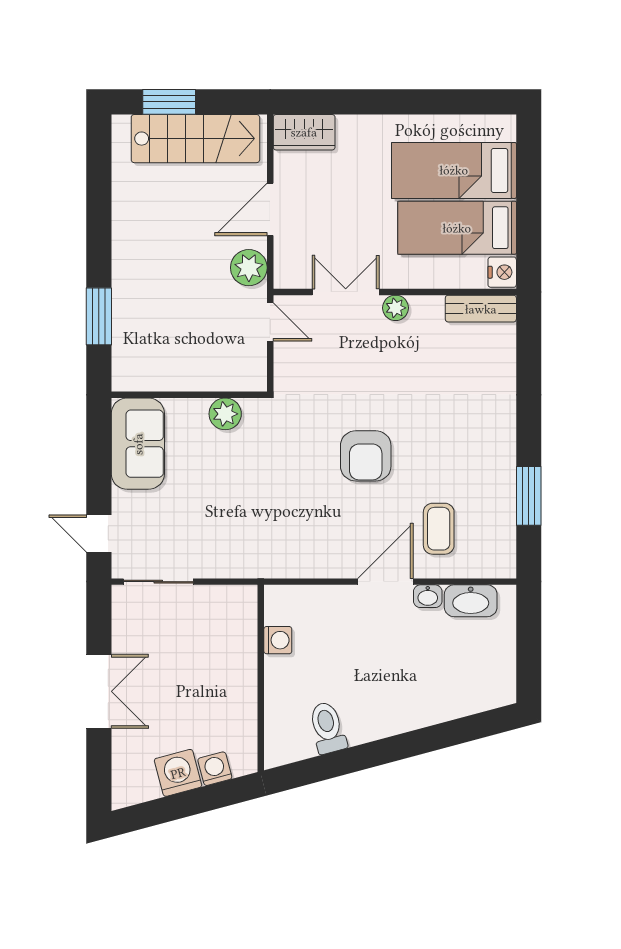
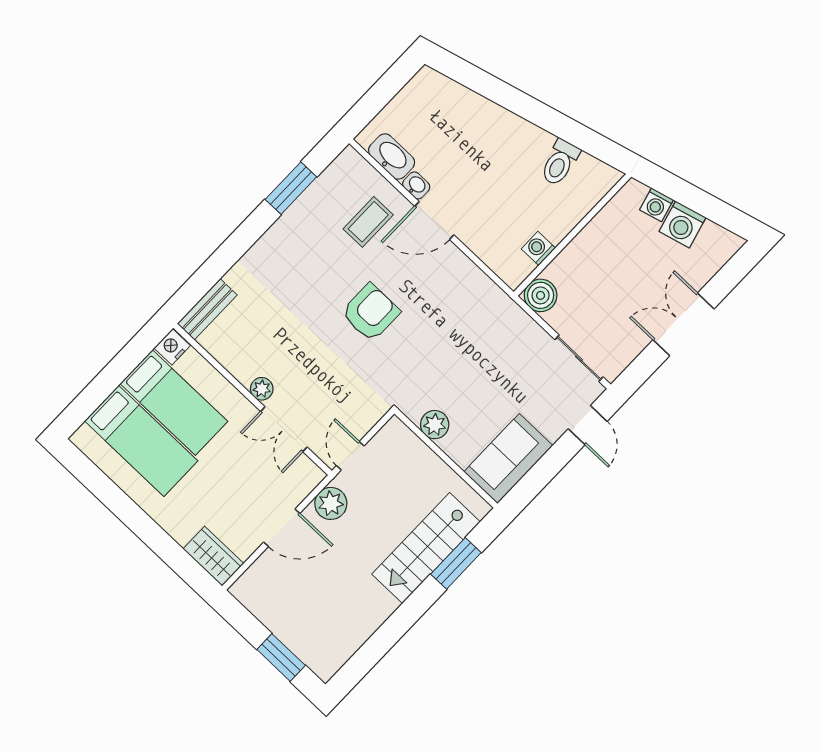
stairs: (195, 139) -> (426, 548), moved, turned -90
bench: (481, 309) -> (207, 309), moved, turned 90
boiler: (239, 603) -> (541, 295), added

